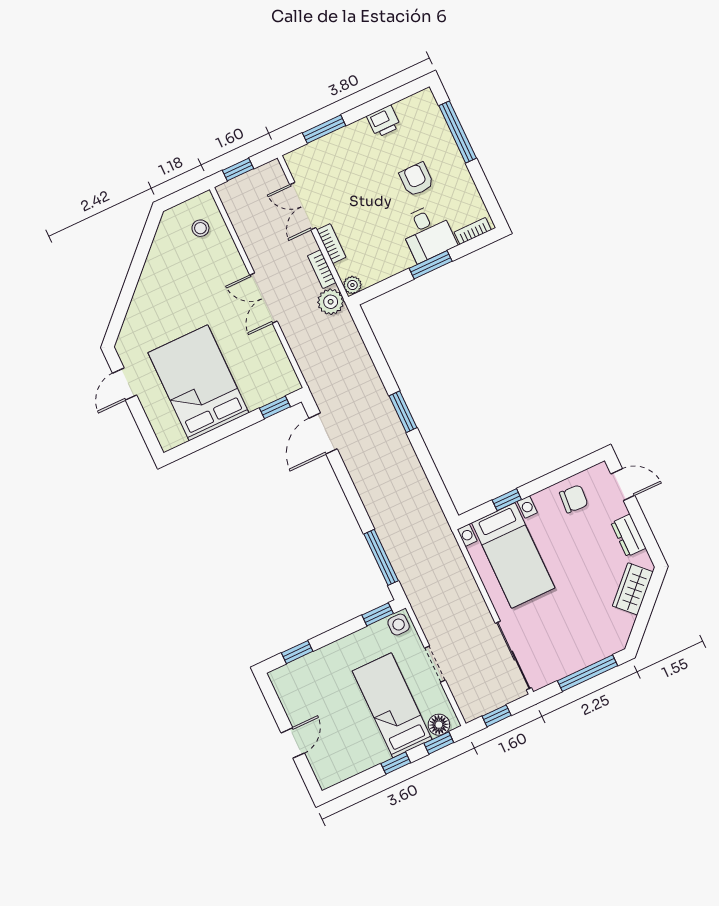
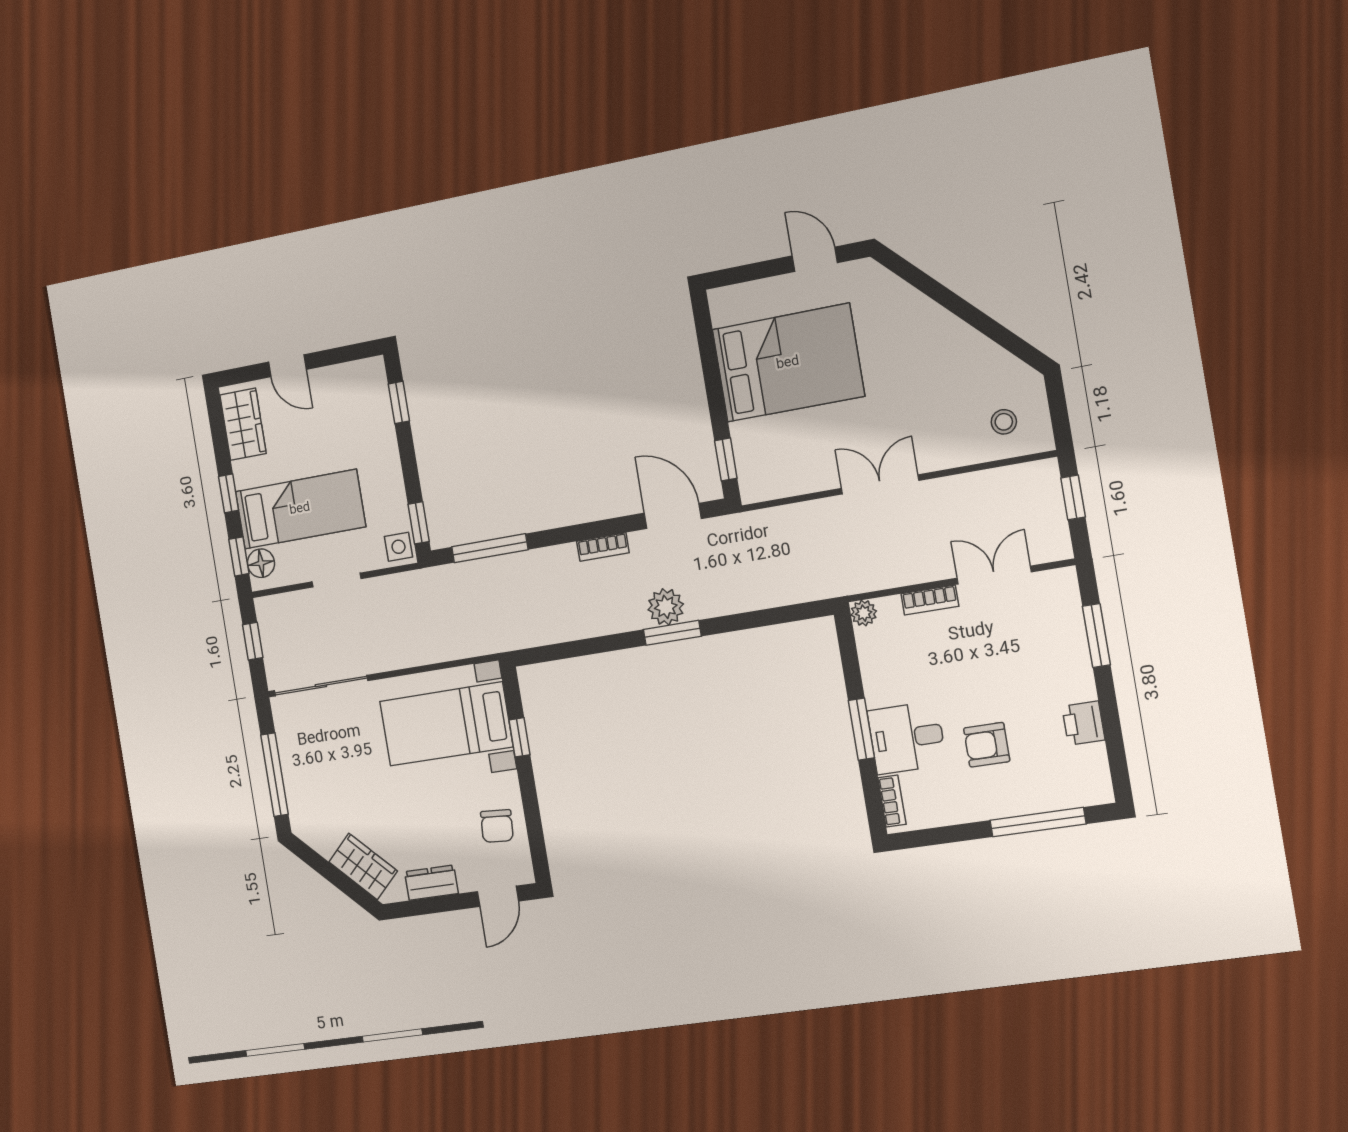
armchair: (416, 179) -> (987, 745), turned 180
bookcase: (322, 269) -> (603, 547), moved, turned 180
plant: (331, 302) -> (666, 607), moved
wardrobe: (343, 765) -> (243, 424), added

